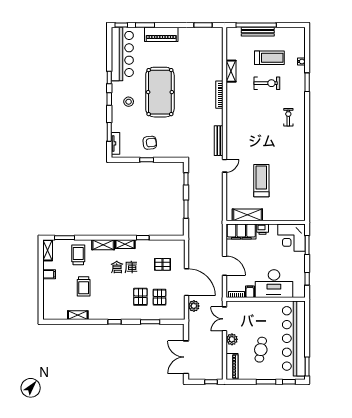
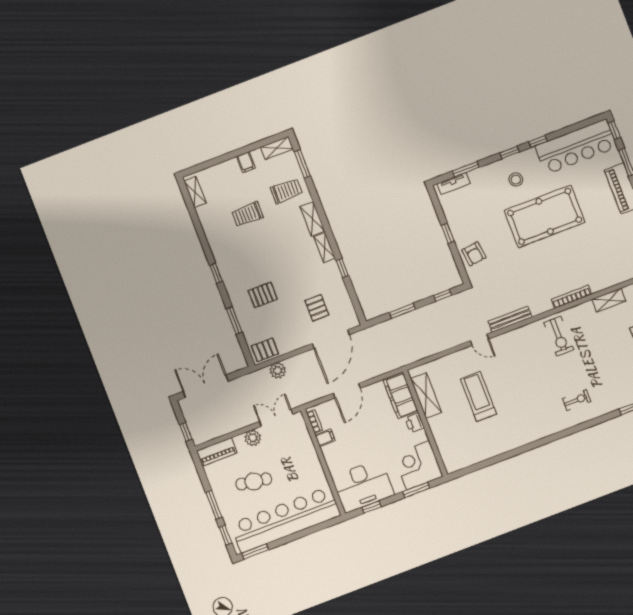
exercise bike: (267, 83) -> (559, 336), moved
armchair: (150, 143) -> (474, 254), moved
treadmill: (261, 181) -> (478, 396), turned -90
door: (187, 282) -> (331, 339), moved
desk: (274, 284) -> (363, 486), moved, turned -90
pallet: (159, 297) -> (265, 350), moved
shelving: (78, 315) -> (195, 192), moved

